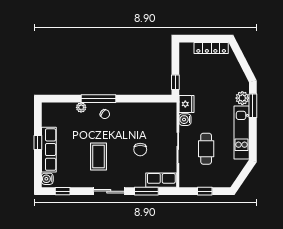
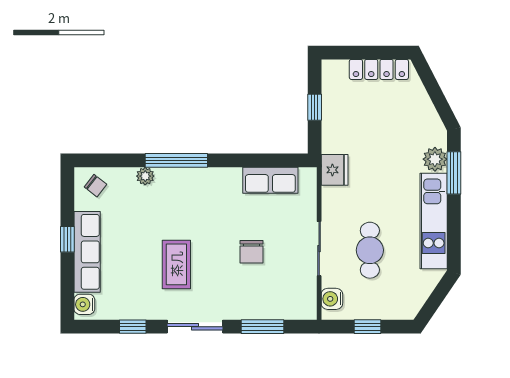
window: (175, 82) -> (315, 107), moved
chair: (105, 114) -> (95, 186), moved
water cooler: (185, 120) -> (332, 299), moved
row of seats: (161, 180) -> (270, 180), moved, turned 180
window: (63, 191) -> (133, 327), moved

